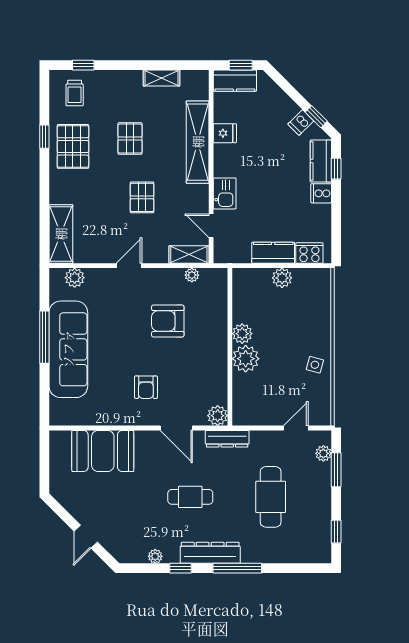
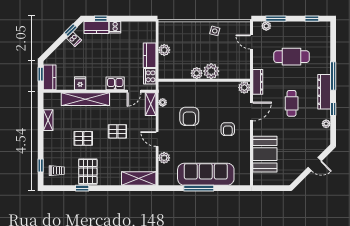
pallet: (73, 146) -> (88, 172), turned 90
cooker: (309, 253) -> (150, 76), moved
plant: (75, 278) -> (164, 158), moved
armchair: (146, 387) -> (228, 129), turned 90

